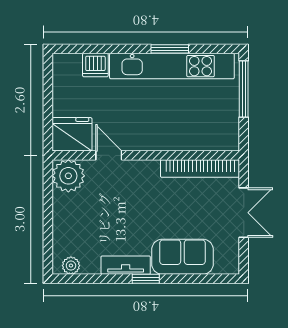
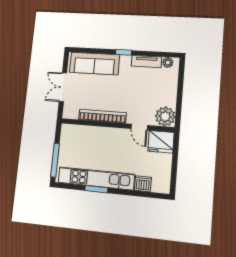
bookcase: (200, 169) -> (102, 116), moved
sofa: (182, 257) -> (94, 64), width x1.36
tv unit: (126, 265) -> (146, 62), moved

